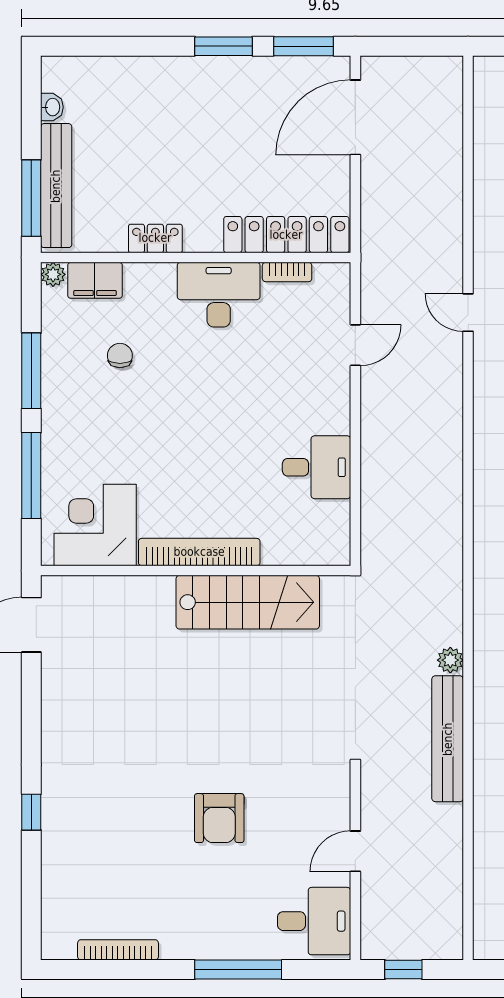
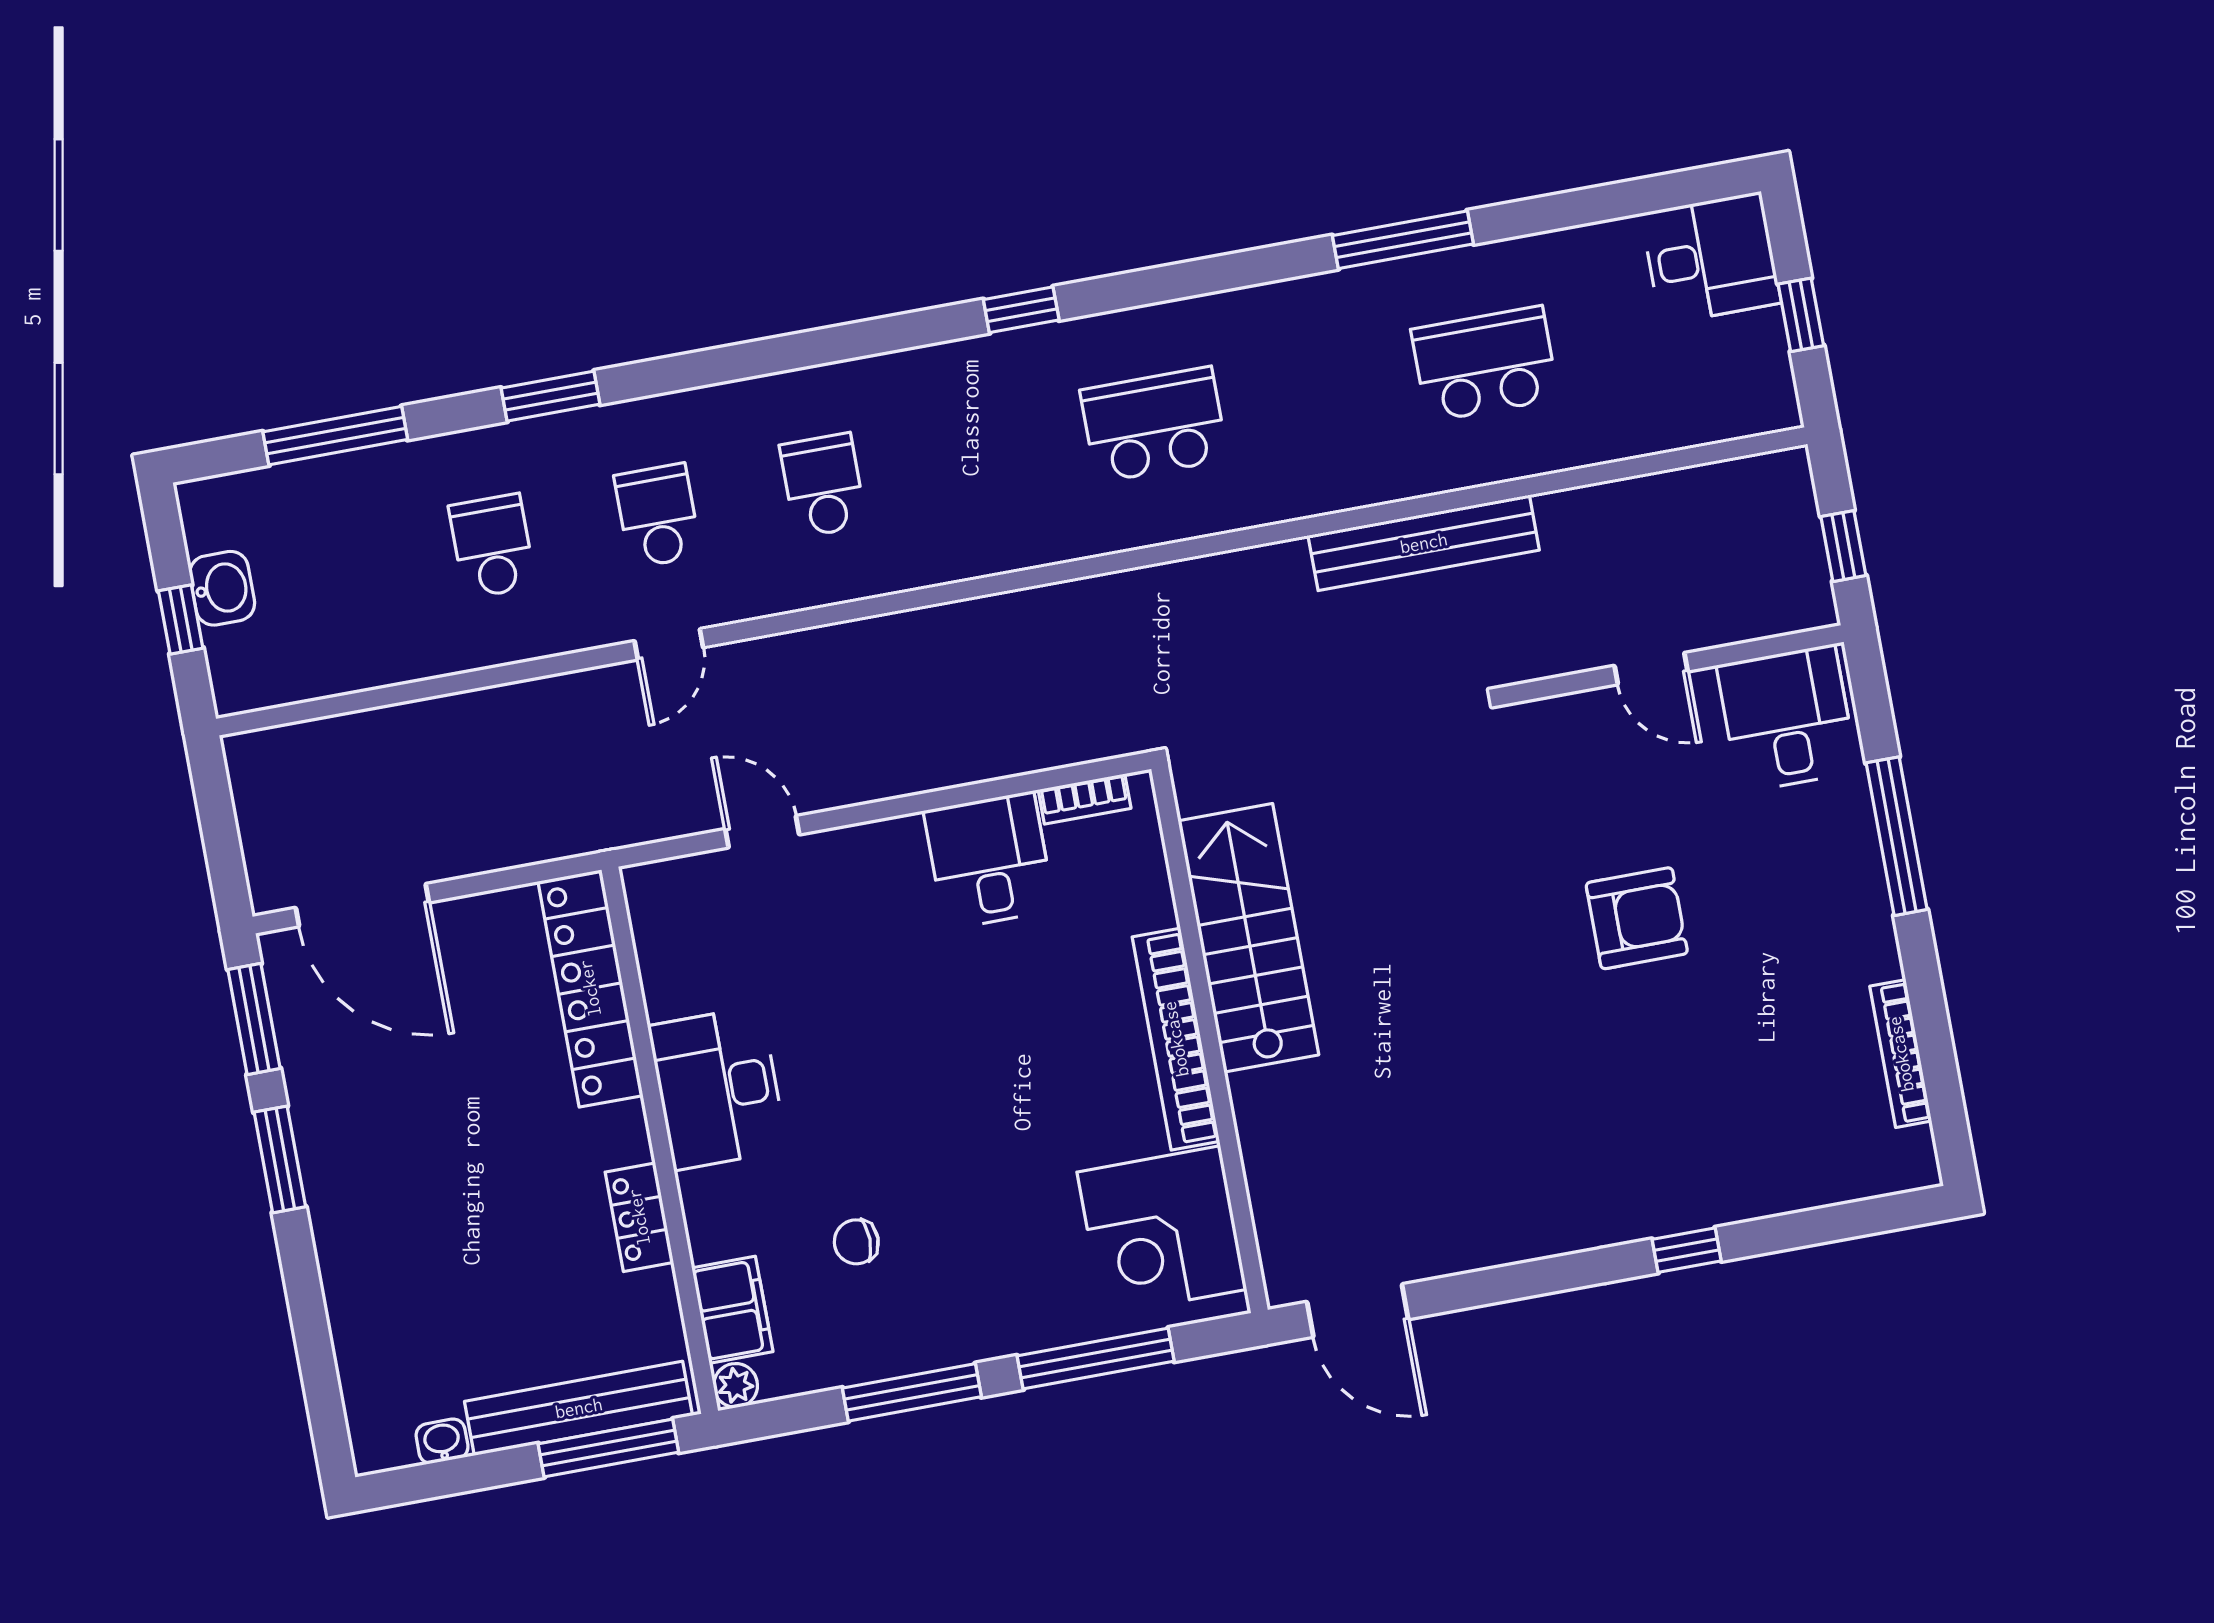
bookcase: (287, 272) -> (1085, 799), moved, turned 90
plant: (450, 660) -> (1285, 564), removed

